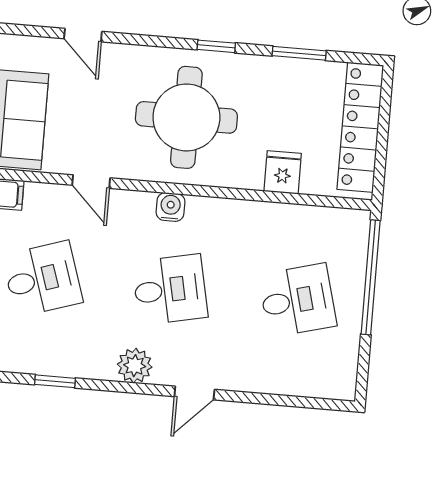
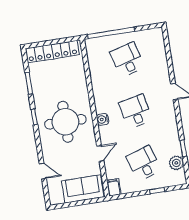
door: (83, 35) -> (43, 171), hinge flipped
fridge: (283, 172) -> (78, 78), removed
plant: (135, 366) -> (176, 163), moved

